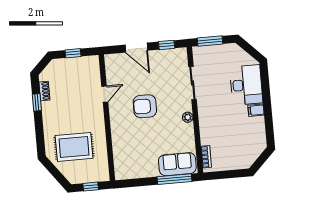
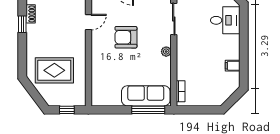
desk: (246, 85) -> (225, 20), width x0.73
filing cabinet: (256, 110) -> (233, 66), moved
sofa: (177, 164) -> (146, 96), width x1.36

